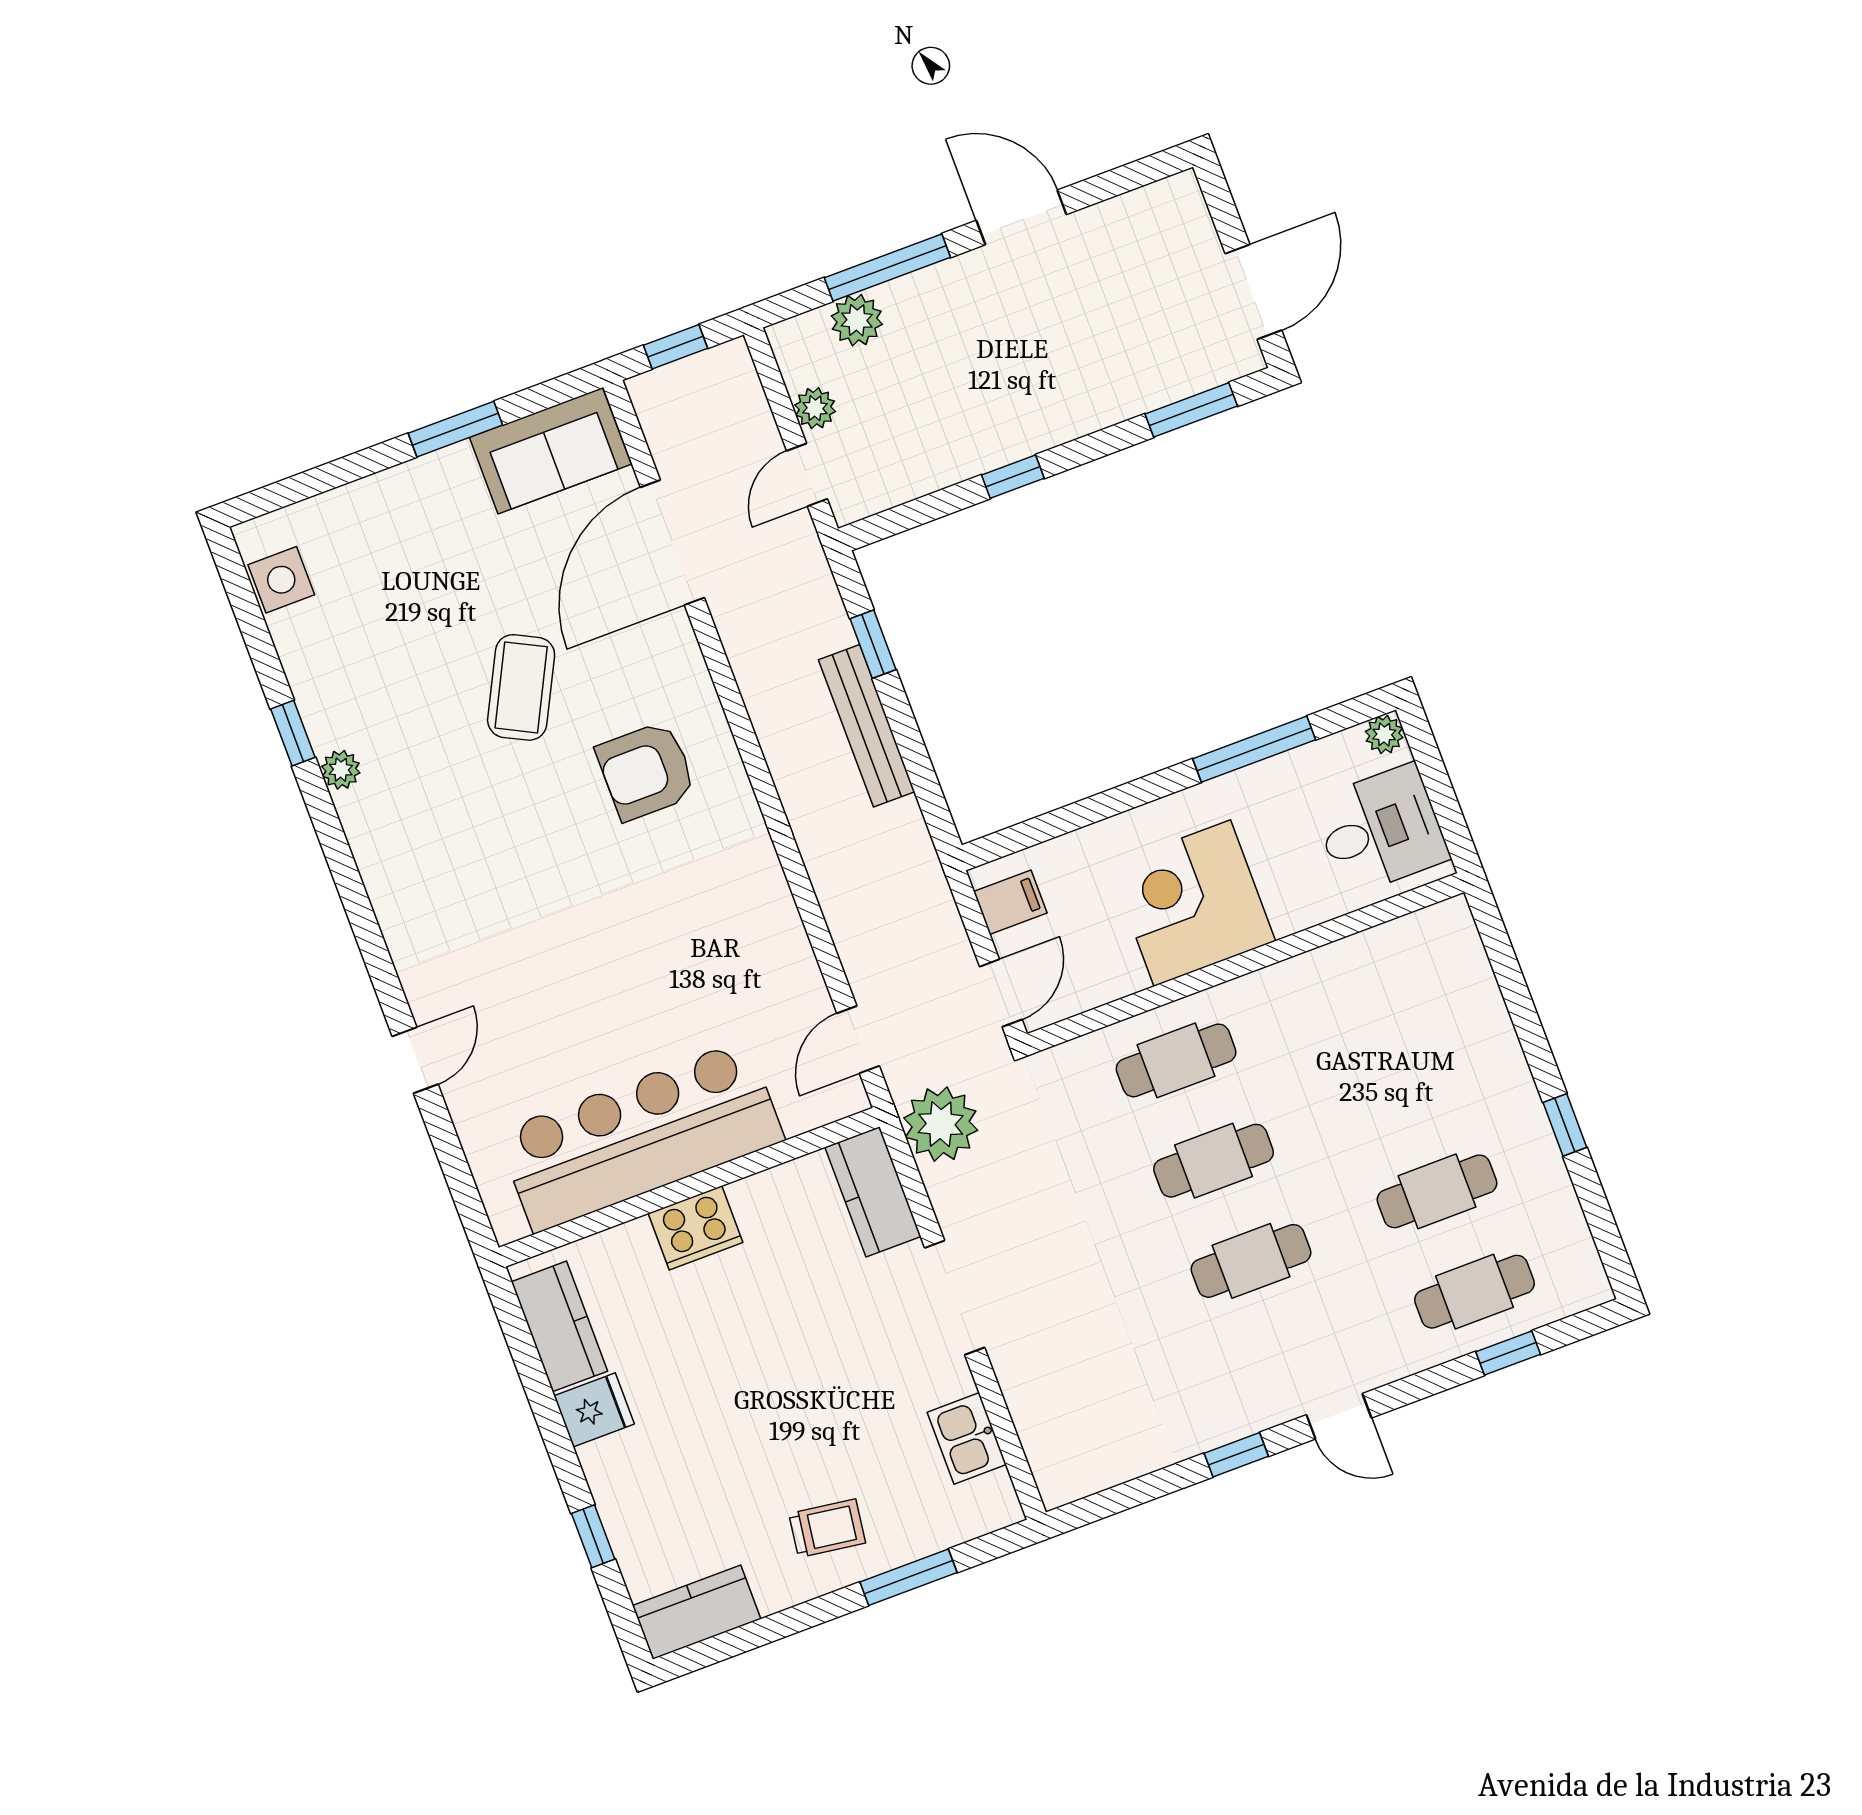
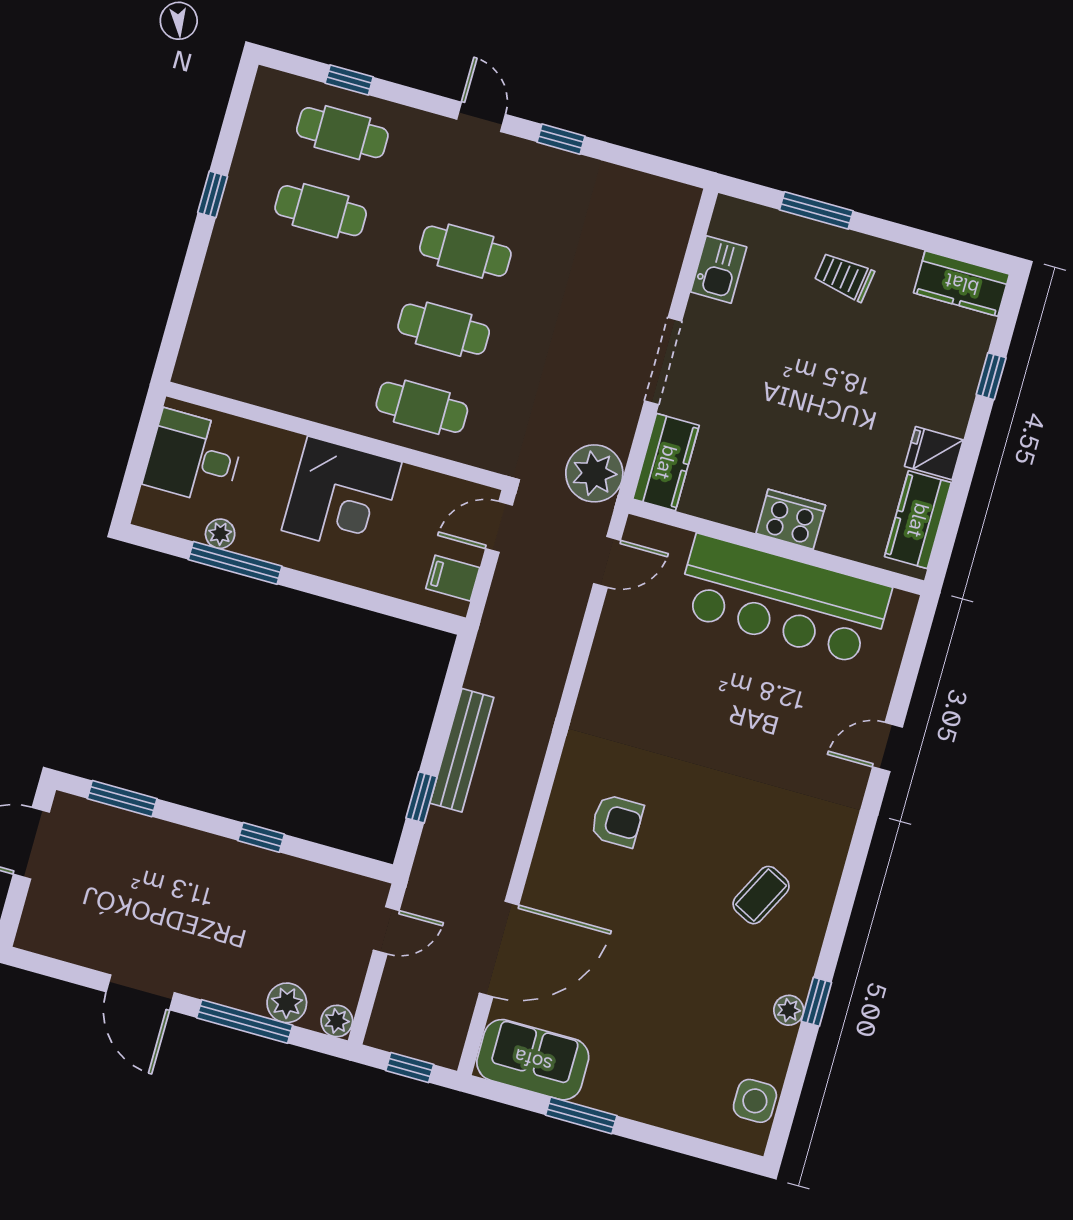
plant: (815, 408) -> (337, 1021), moved
coffee table: (521, 687) -> (761, 895), moved, width x0.73, depth x0.77
plant: (1384, 734) -> (220, 534), moved
plant: (341, 770) -> (789, 1010), moved
armchair: (646, 771) -> (617, 821), width x0.72, depth x0.72

